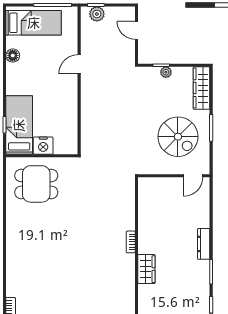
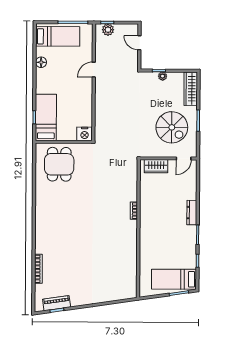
nightstand: (43, 146) -> (85, 134), moved
dining table: (36, 184) -> (59, 164), turned 90
wardrobe: (146, 269) -> (156, 166), moved, turned 90

